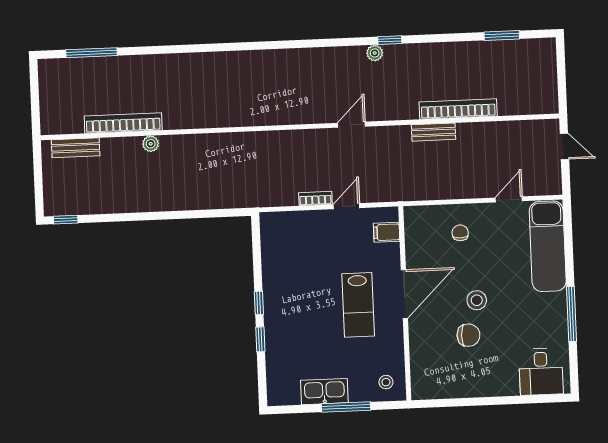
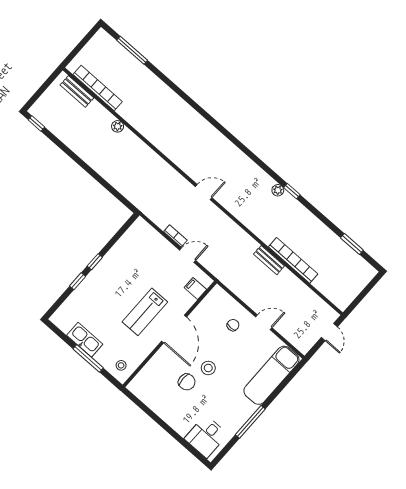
bookcase: (123, 123) -> (98, 88), moved
door: (351, 125) -> (204, 192), moved
door: (509, 199) -> (264, 322), moved
door: (404, 294) -> (174, 329), hinge flipped

